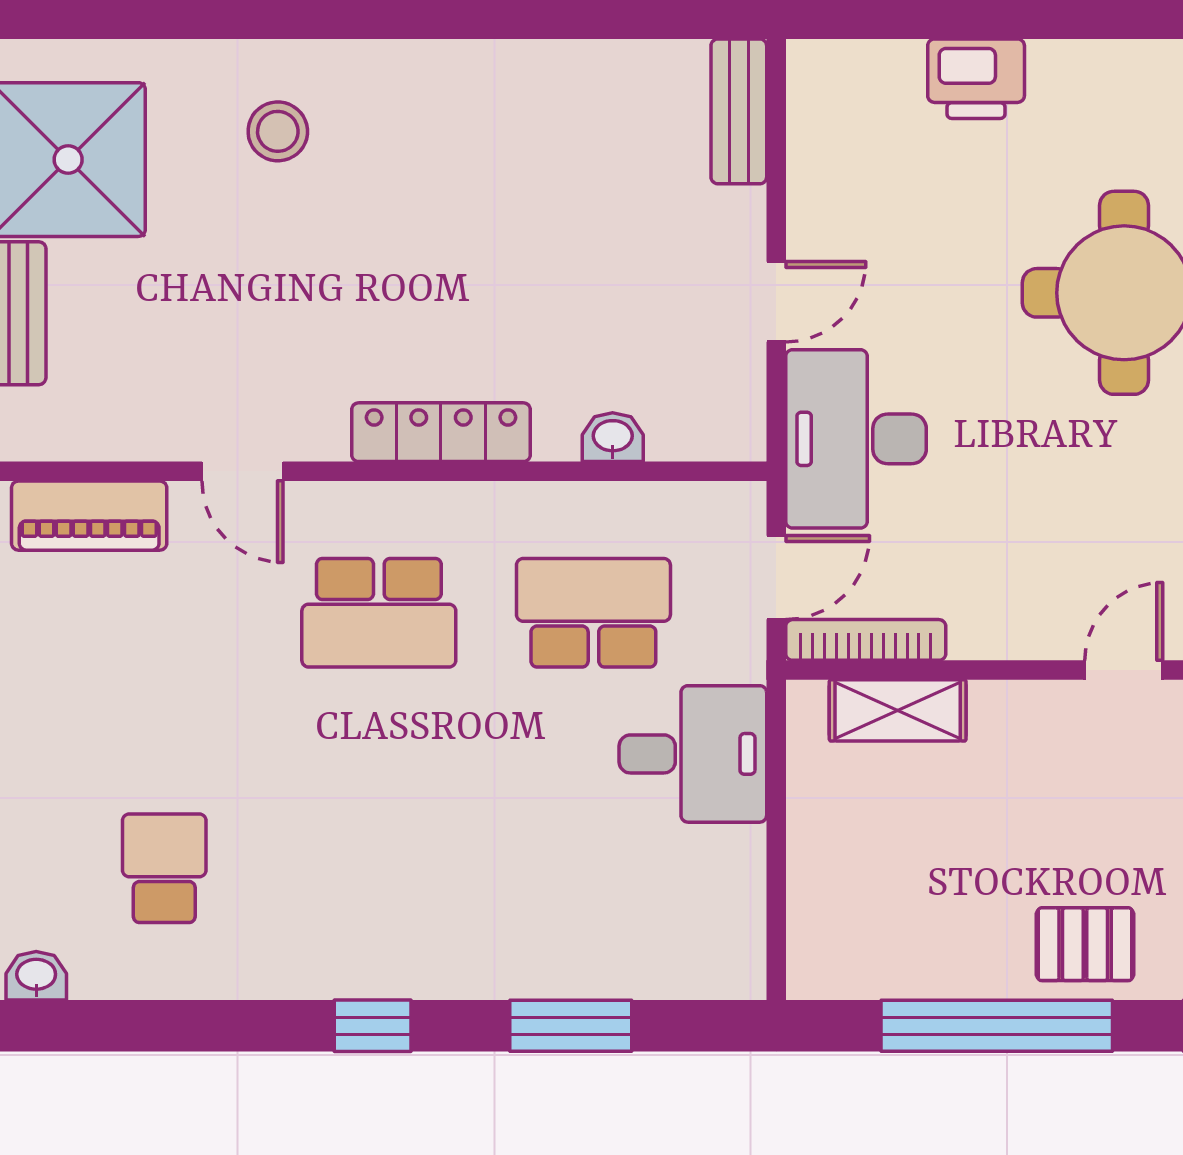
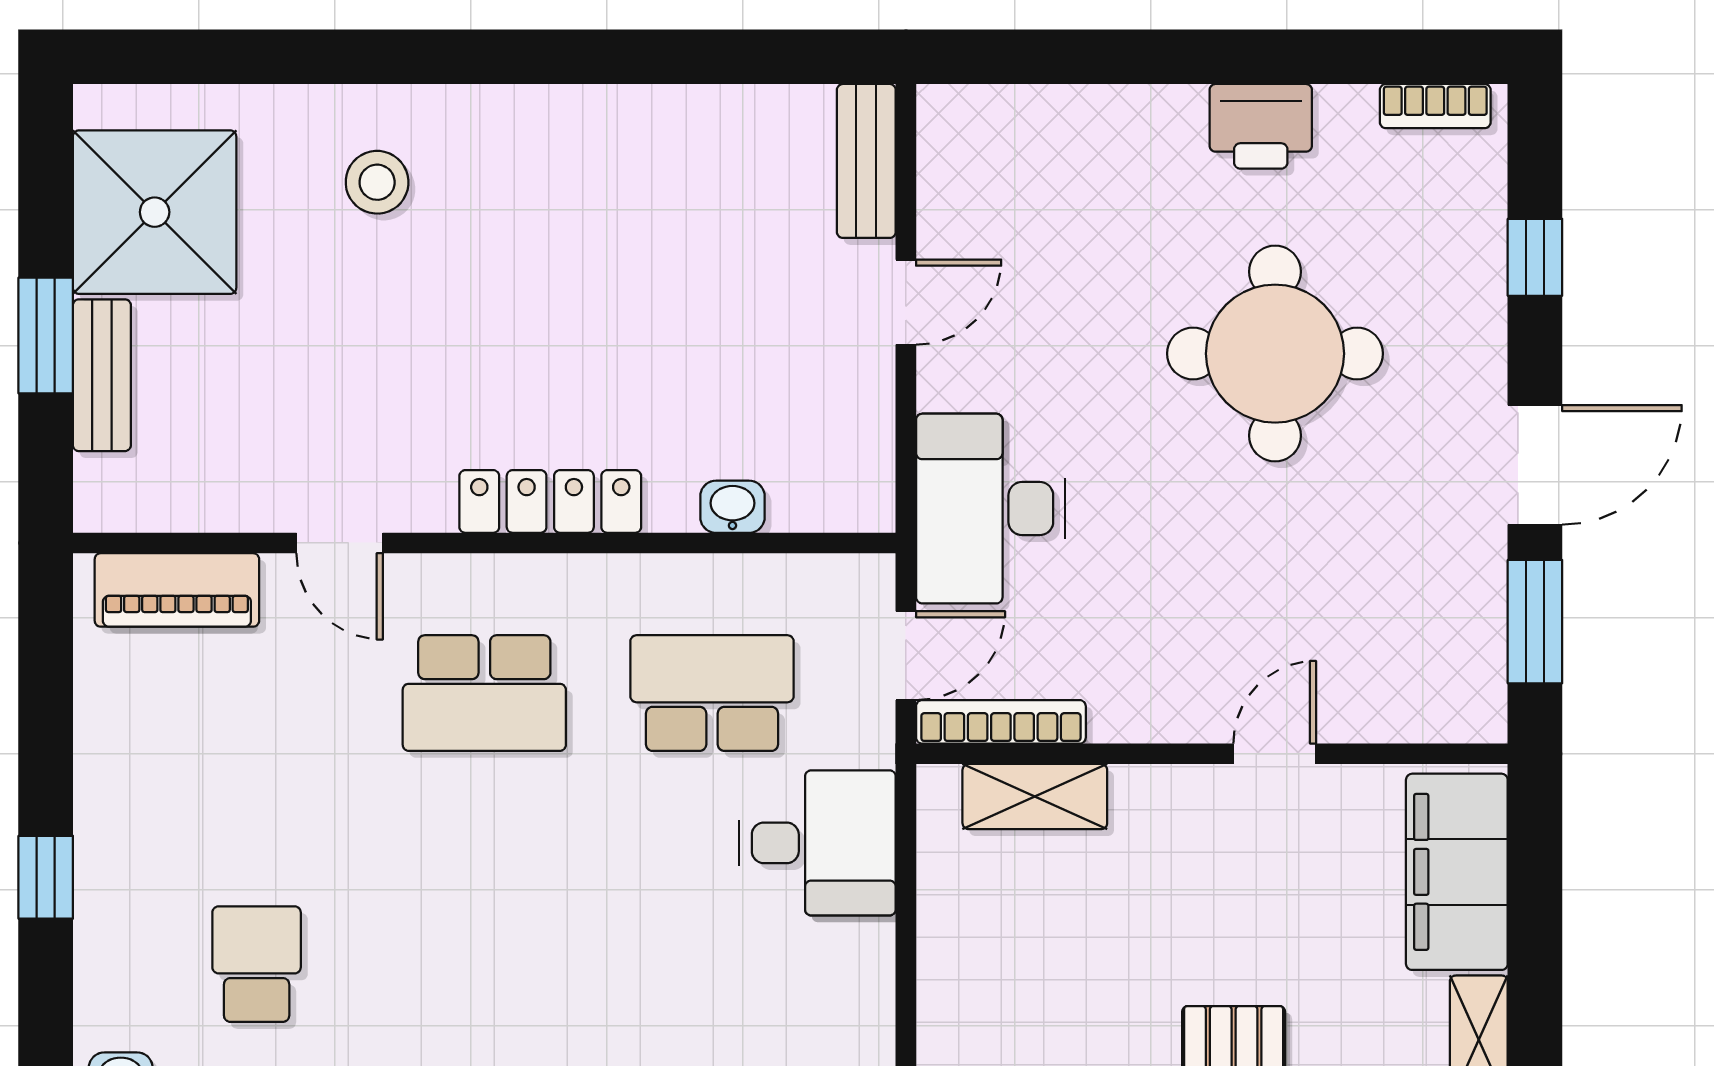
printer: (976, 79) -> (1261, 126), moved
door: (776, 302) -> (906, 302), moved

